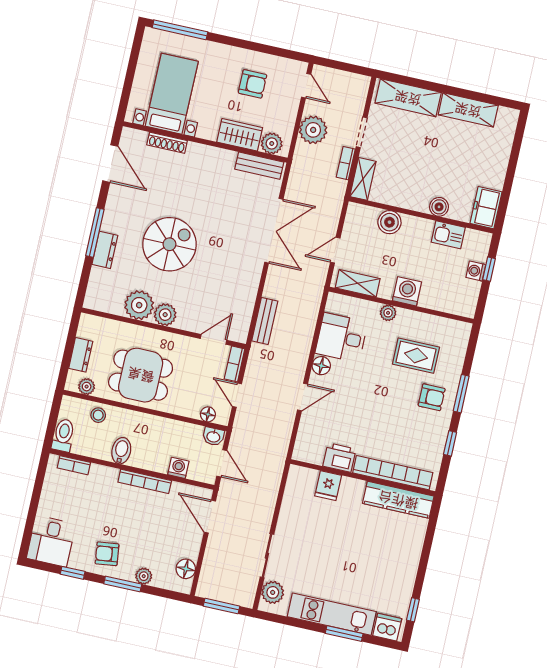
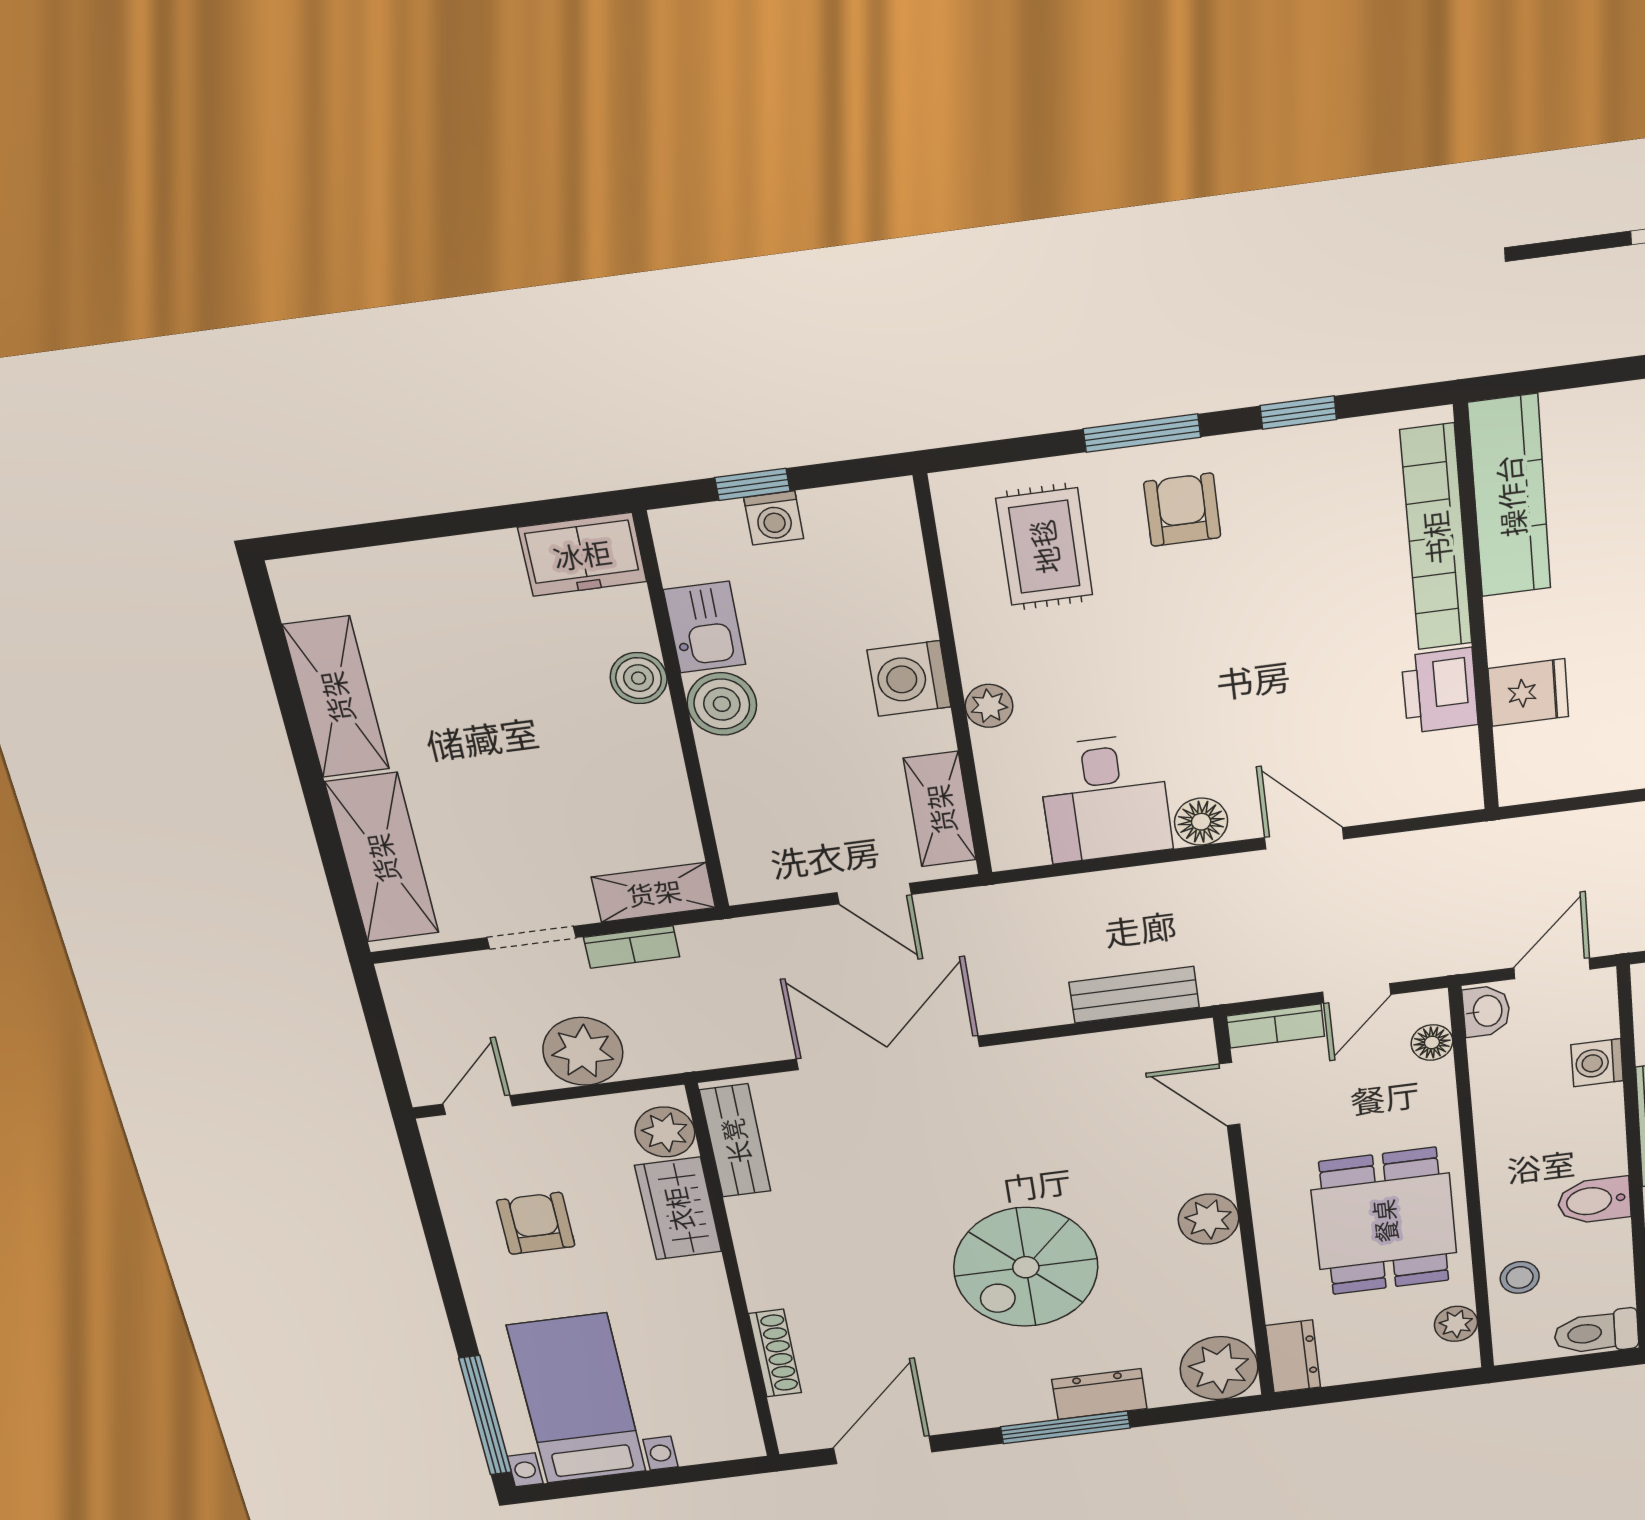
bed with nightstands: (172, 94) -> (577, 1399), moved, turned 90
boiler: (389, 222) -> (722, 704), moved
spiral stairs: (169, 244) -> (1026, 1267), turned -90
plant: (139, 305) -> (1219, 1368), moved
dresser: (81, 355) -> (1293, 1356), moved, turned 90
rug: (416, 356) -> (1044, 547), moved

